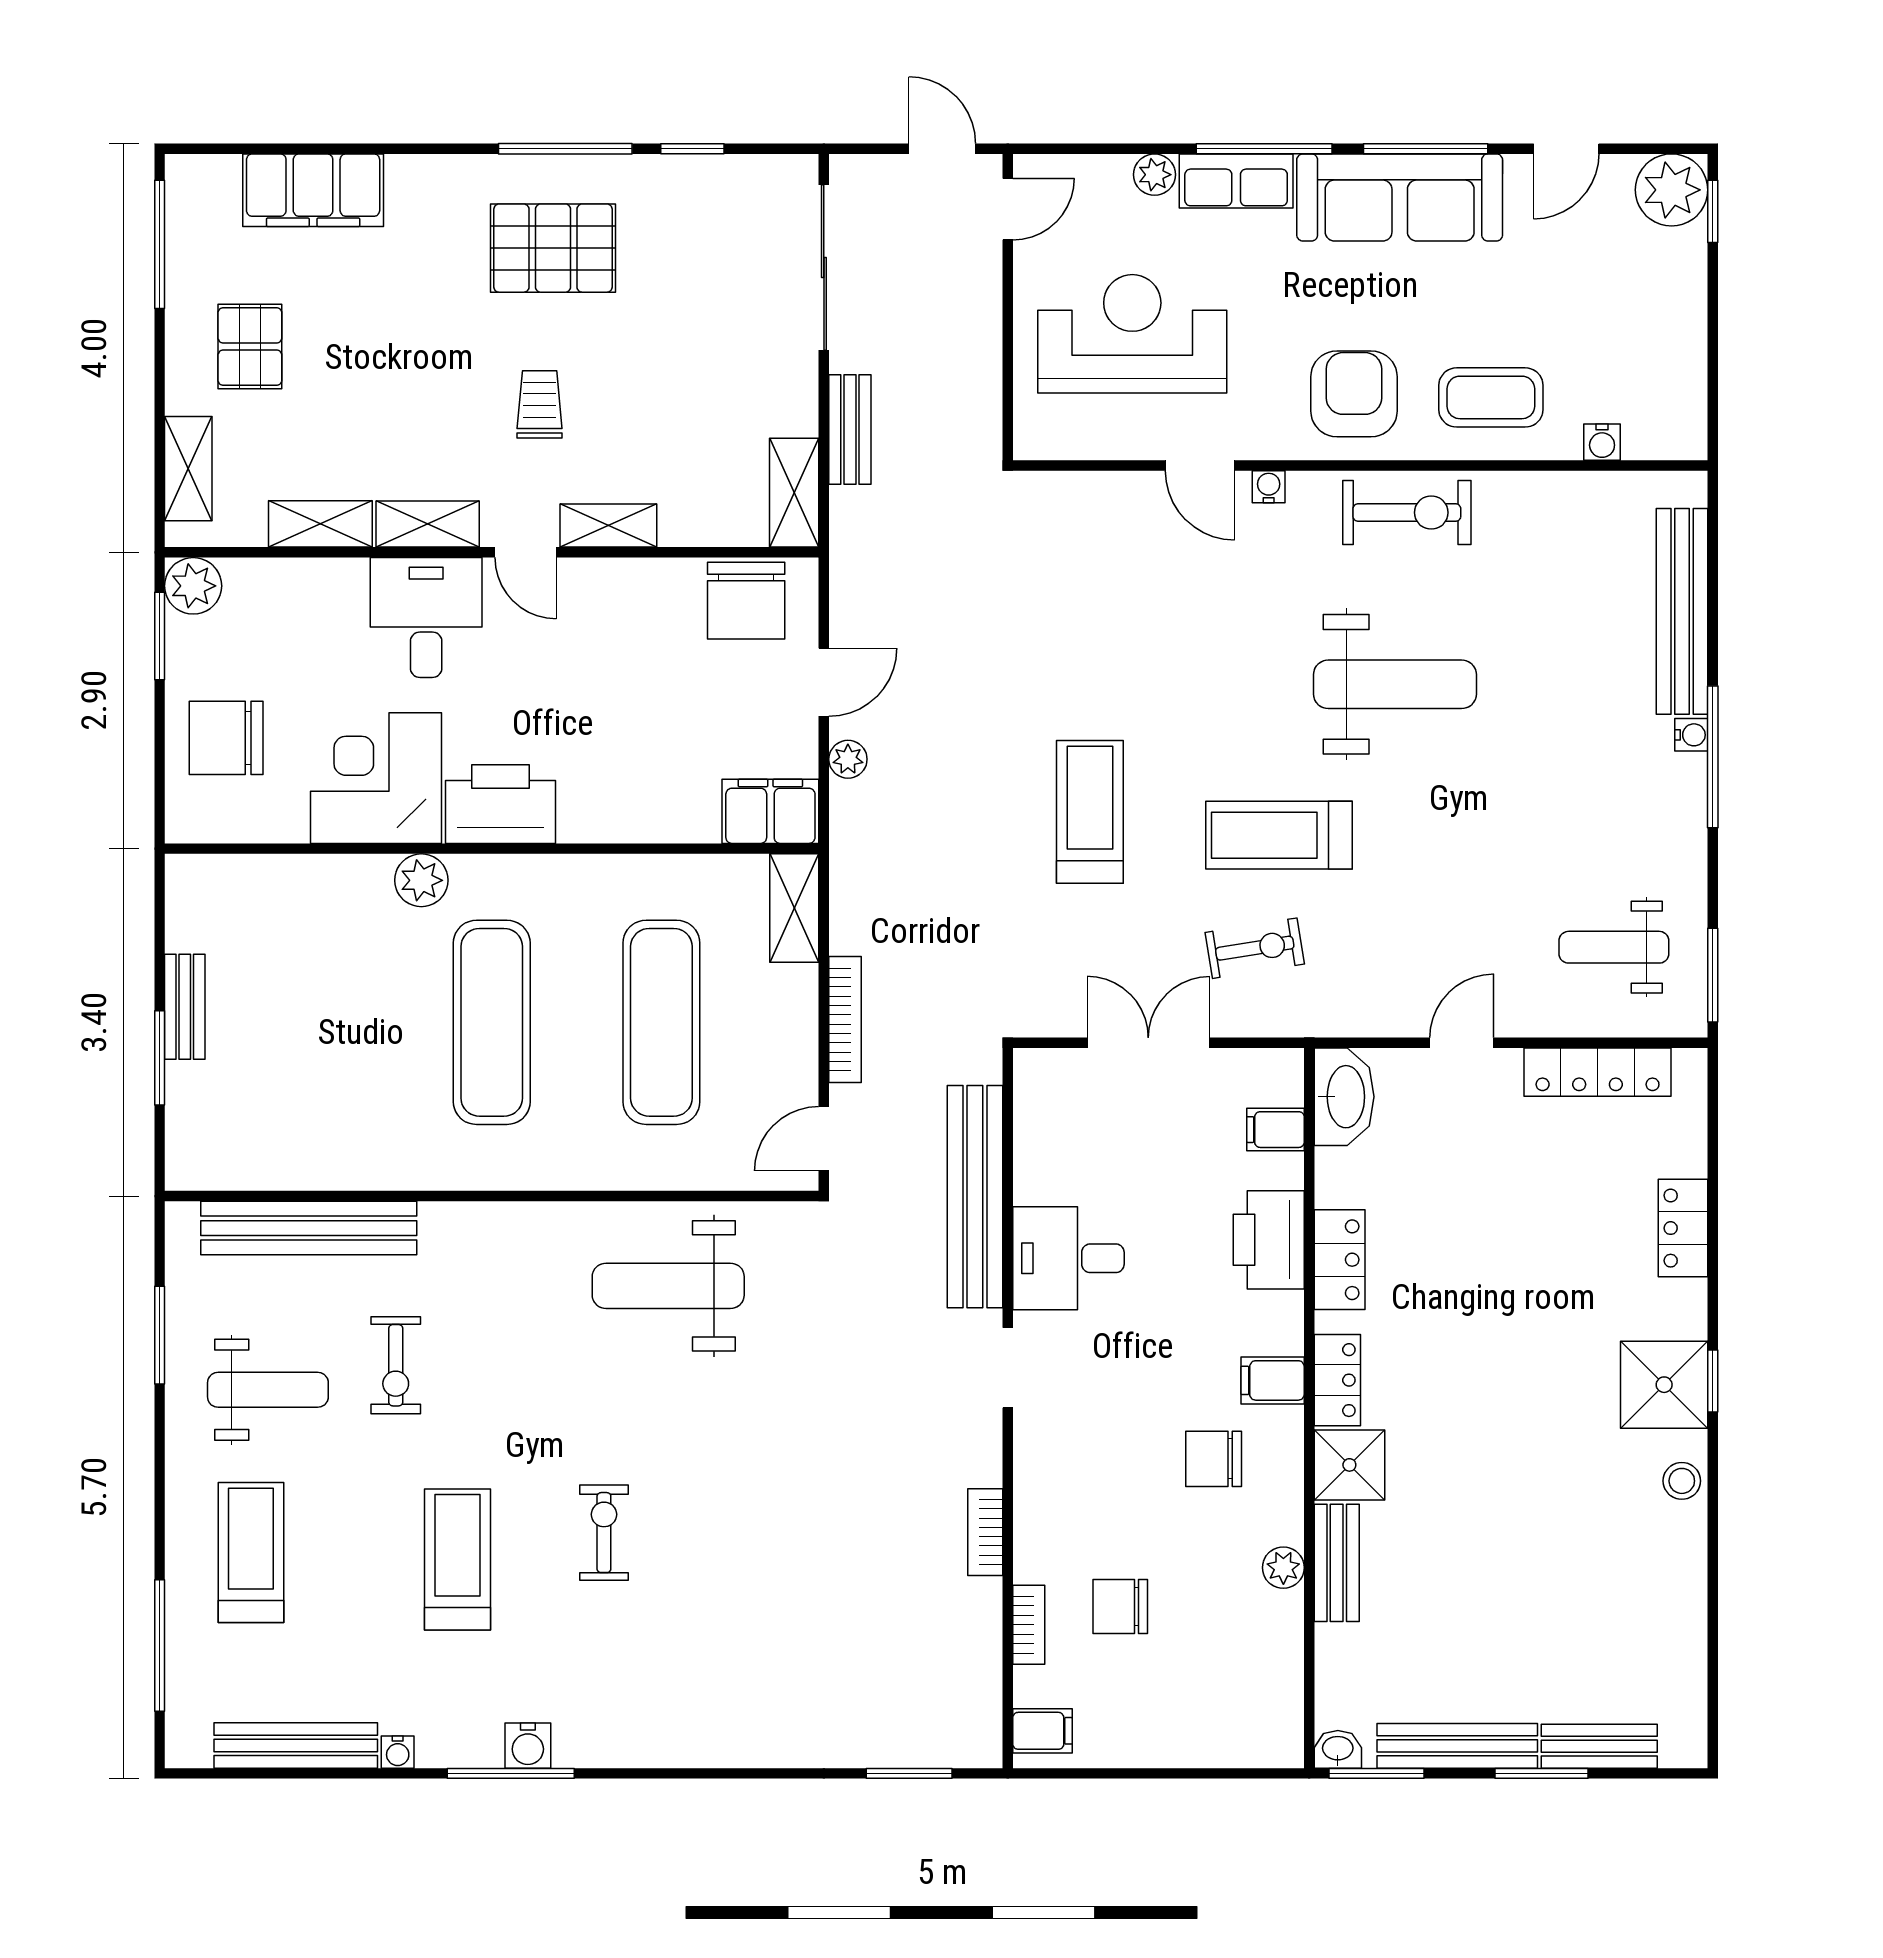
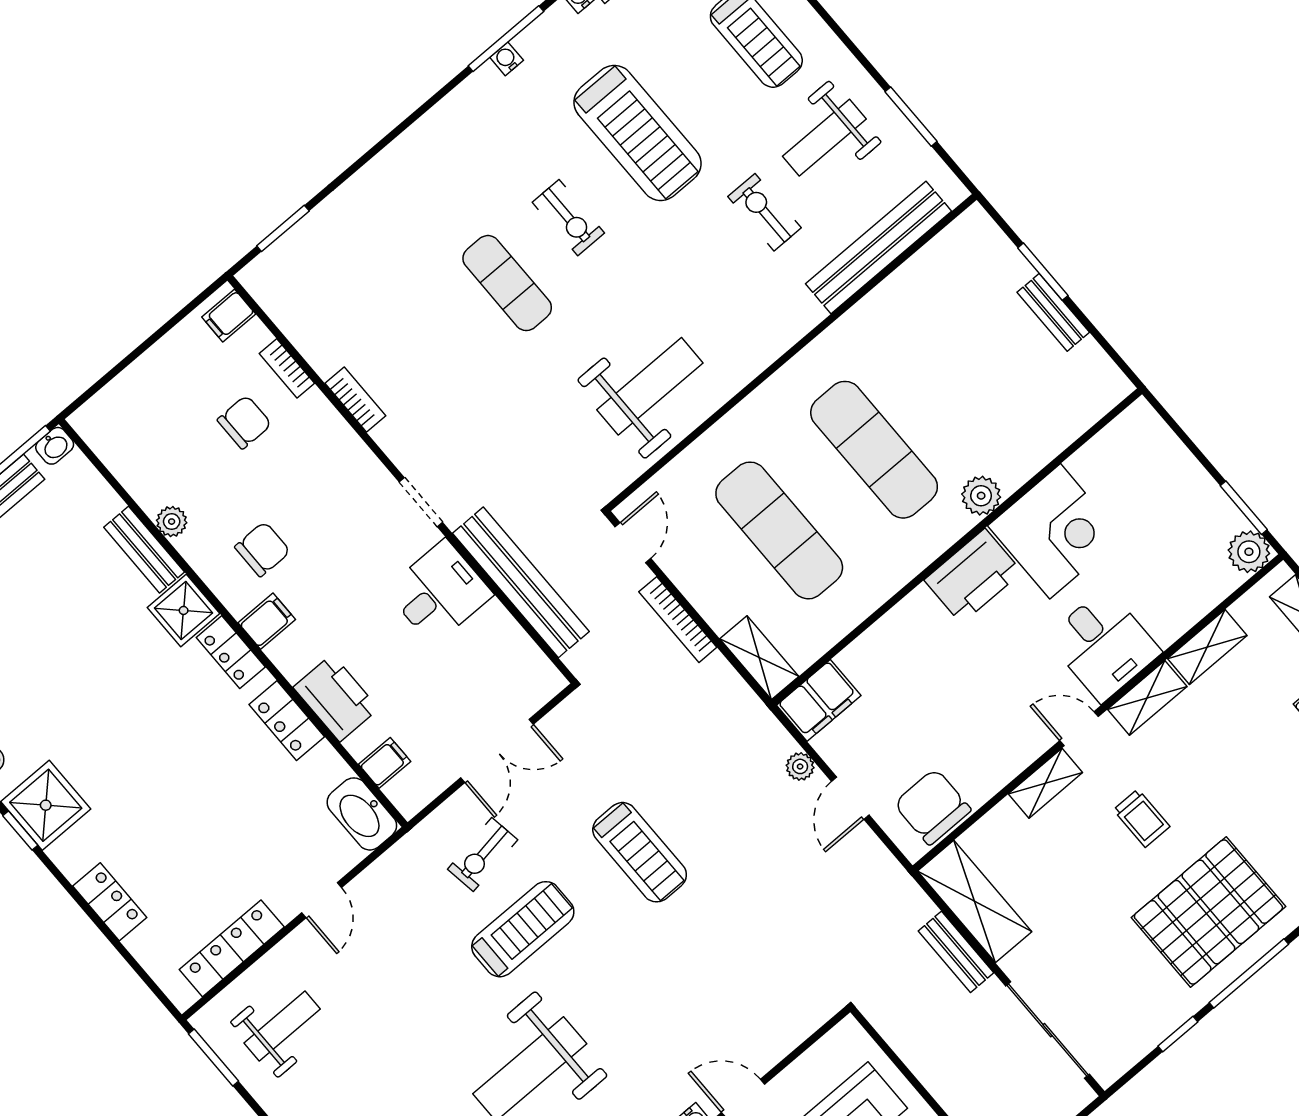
pallet: (553, 248) -> (1208, 912), width x1.37, depth x1.41
shelving: (794, 493) -> (975, 901), width x1.50, depth x1.33
chair: (226, 738) -> (1158, 482), removed
exercise mat: (725, 1519) -> (507, 283), added
treadmill: (458, 1559) -> (637, 133), width x1.37, depth x1.38
water cooler: (528, 1746) -> (507, 59), width x0.72, depth x0.72

